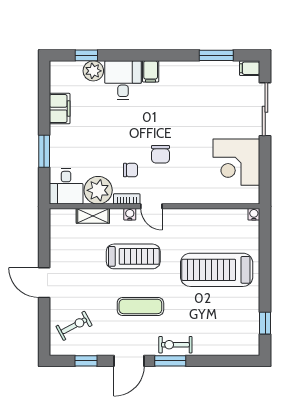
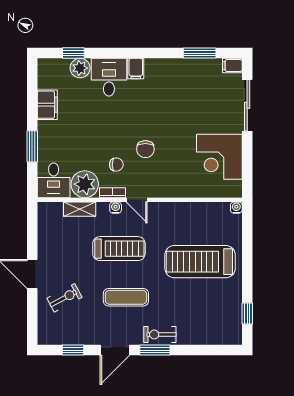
exercise bike: (74, 326) -> (64, 298), moved

